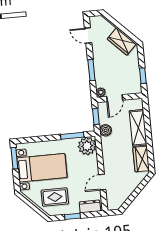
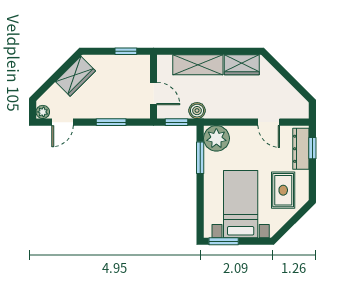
plant: (101, 92) -> (43, 112), moved
dresser: (90, 206) -> (301, 149), width x1.44
window: (72, 216) -> (312, 148), moved

